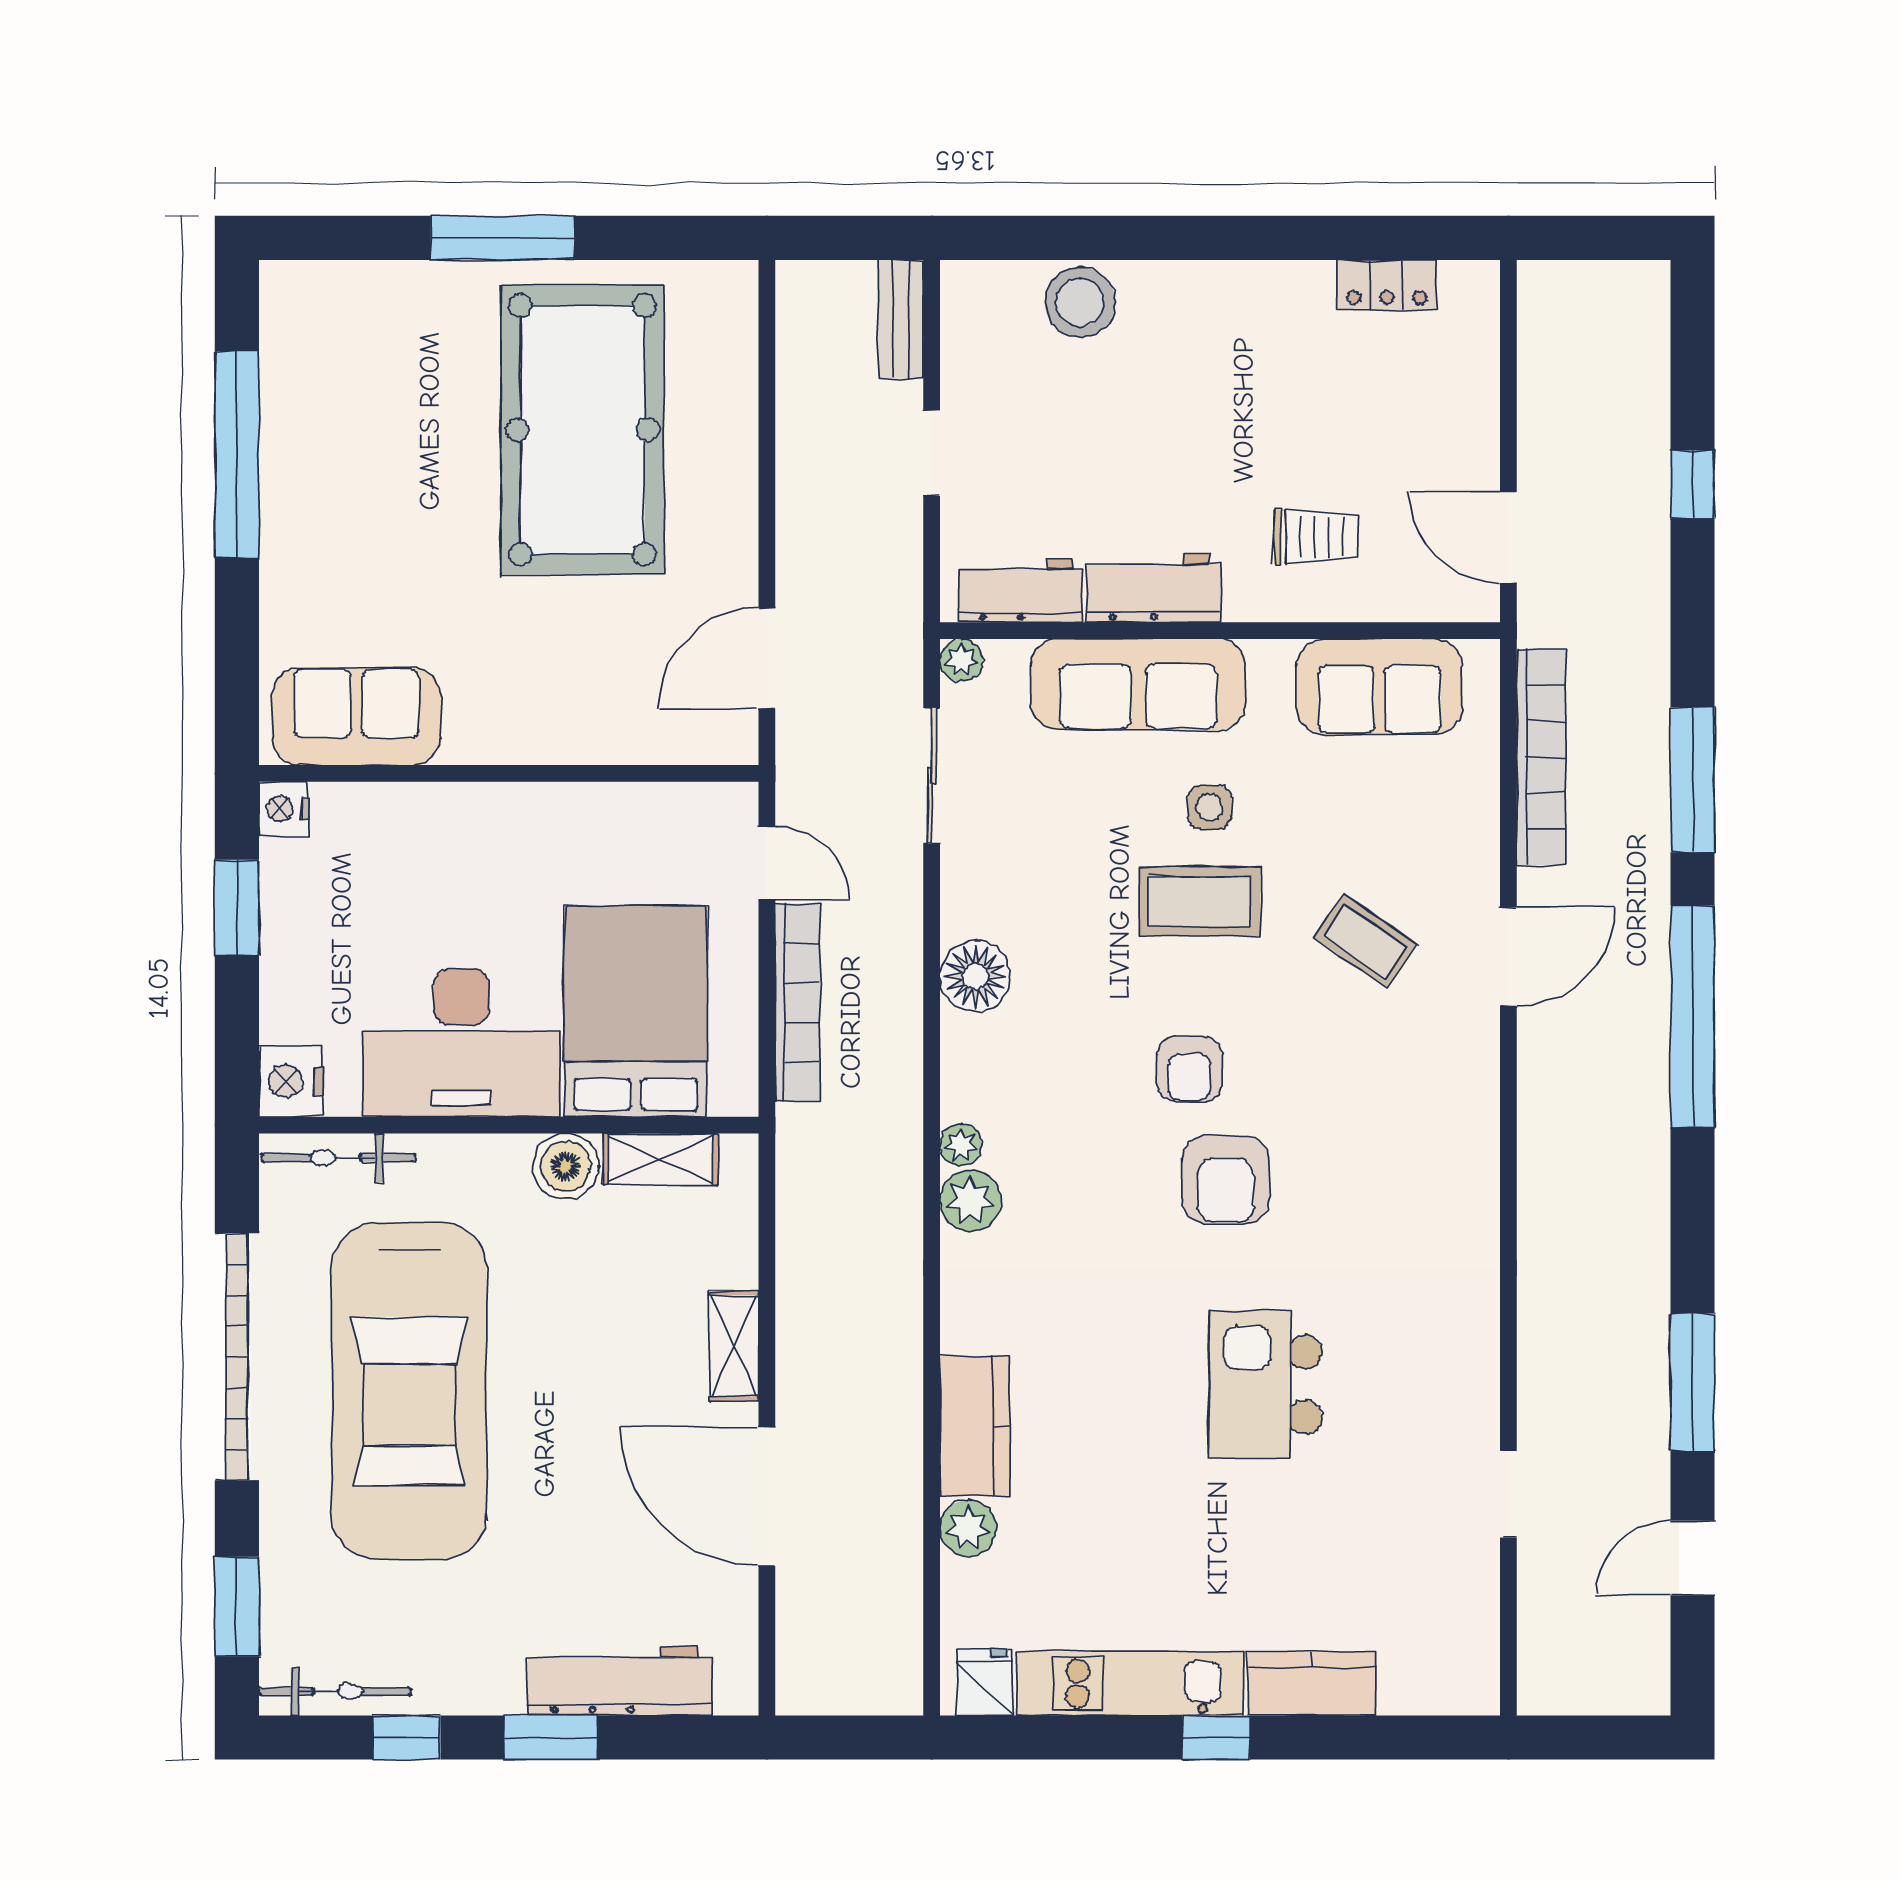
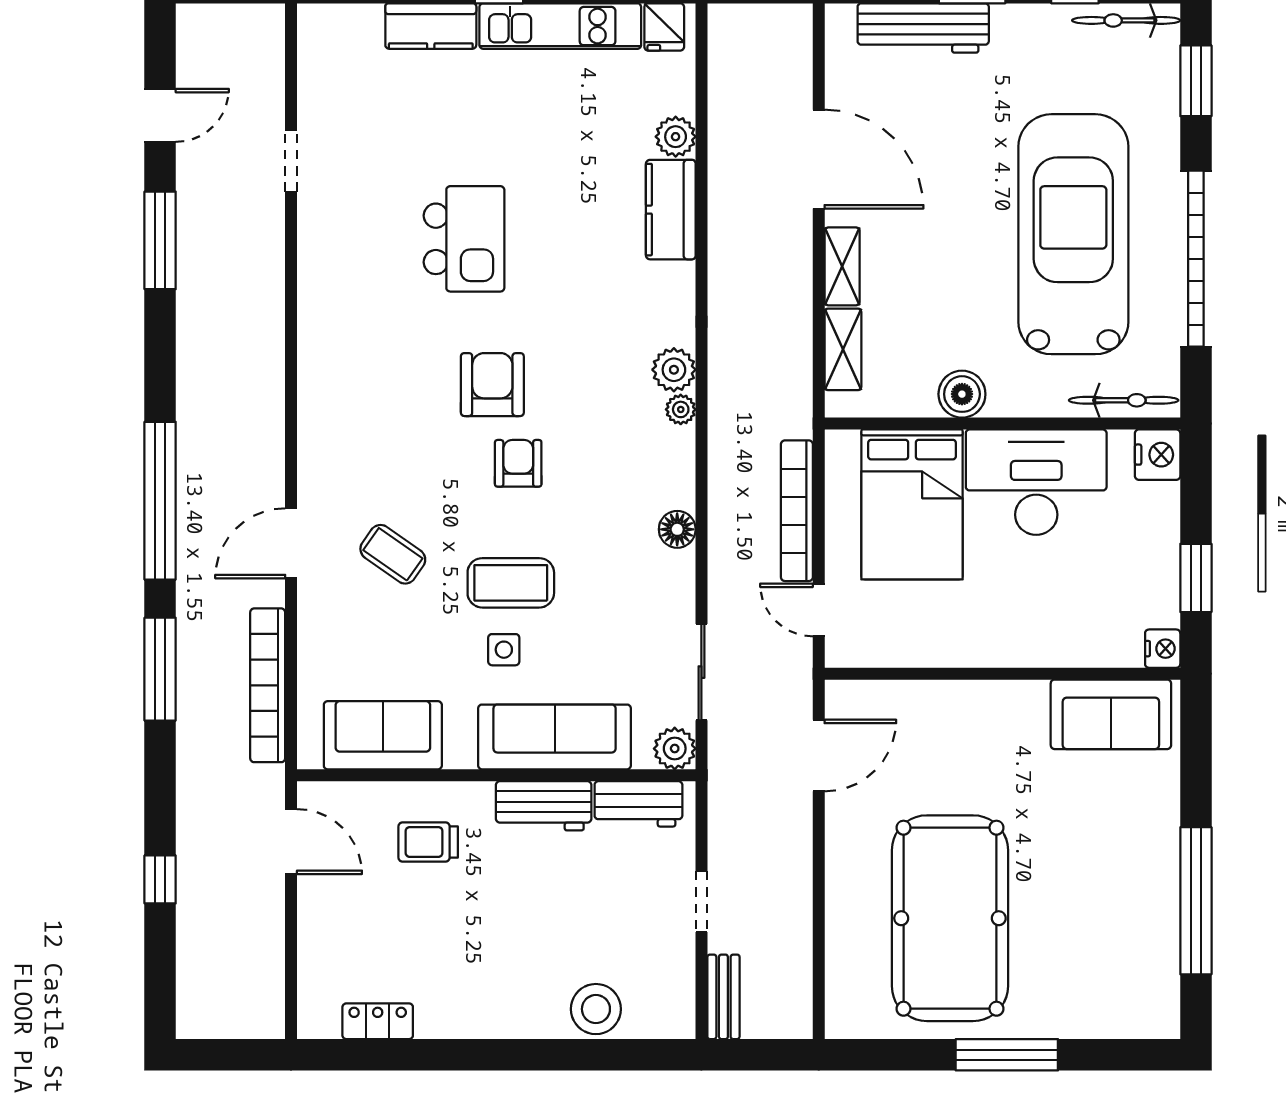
plant: (961, 660) -> (675, 749), width x1.38, depth x1.38
floor lamp: (976, 976) -> (677, 529), width x0.73, depth x0.73
shelving: (660, 1159) -> (843, 349), moved, turned 90

